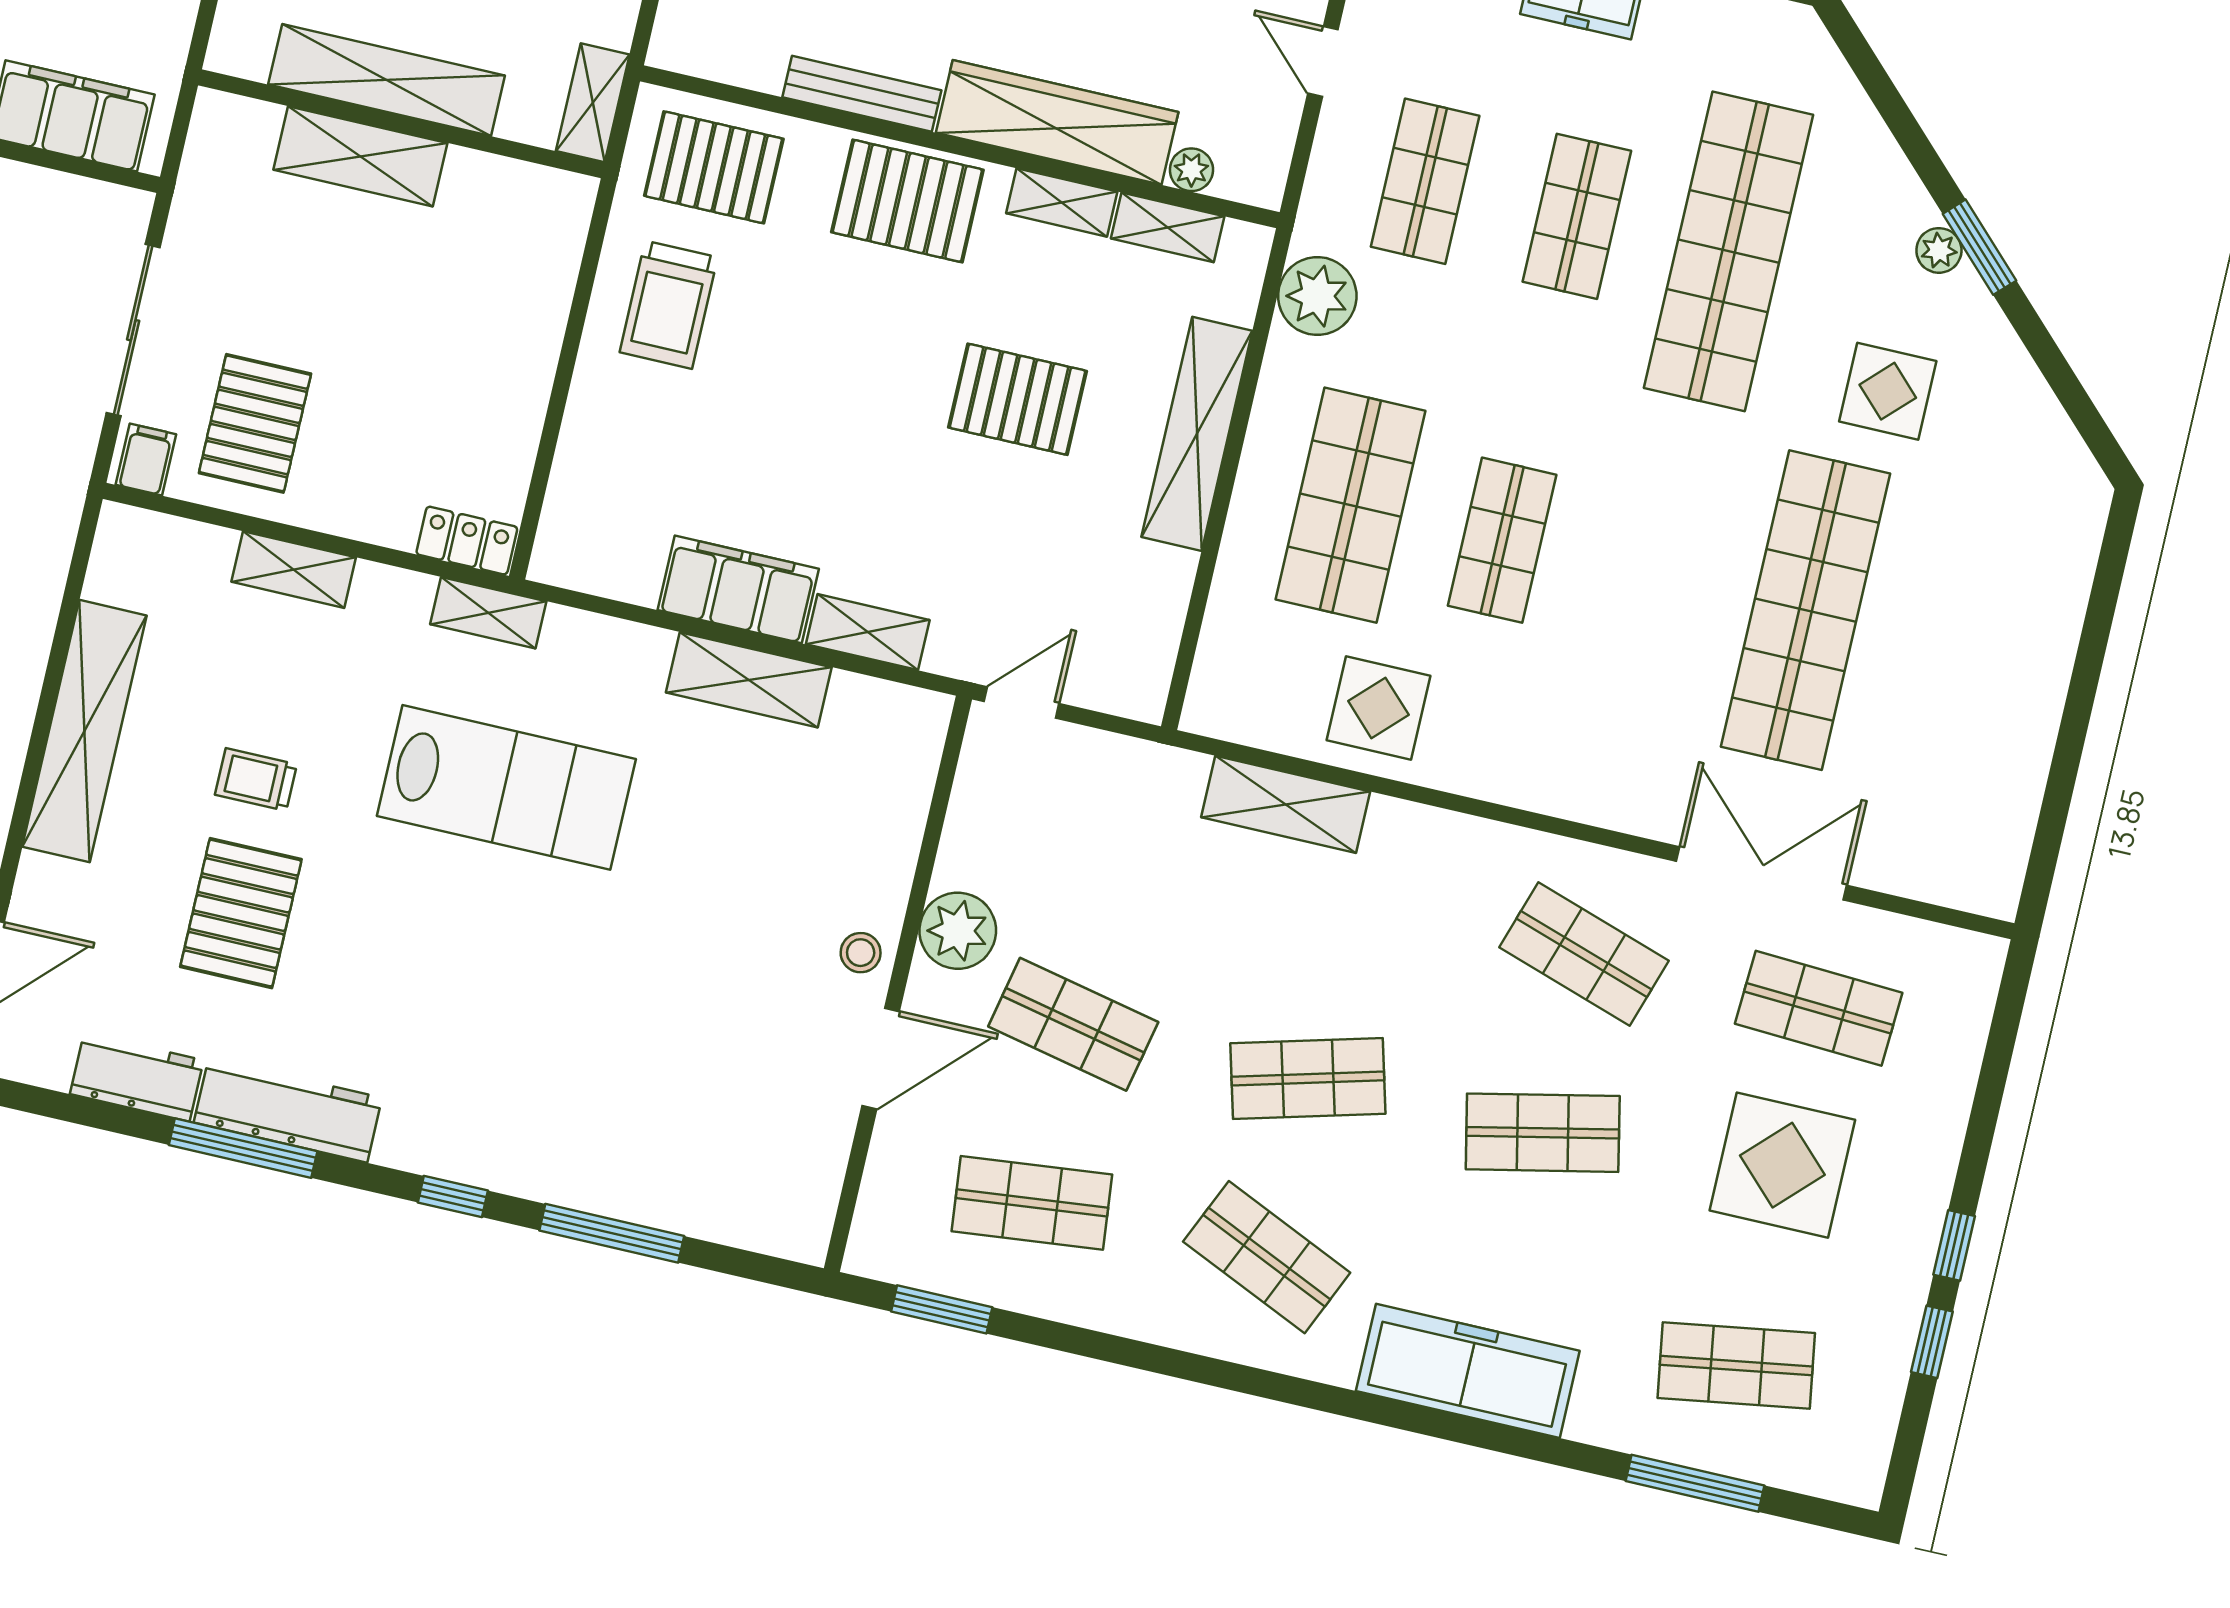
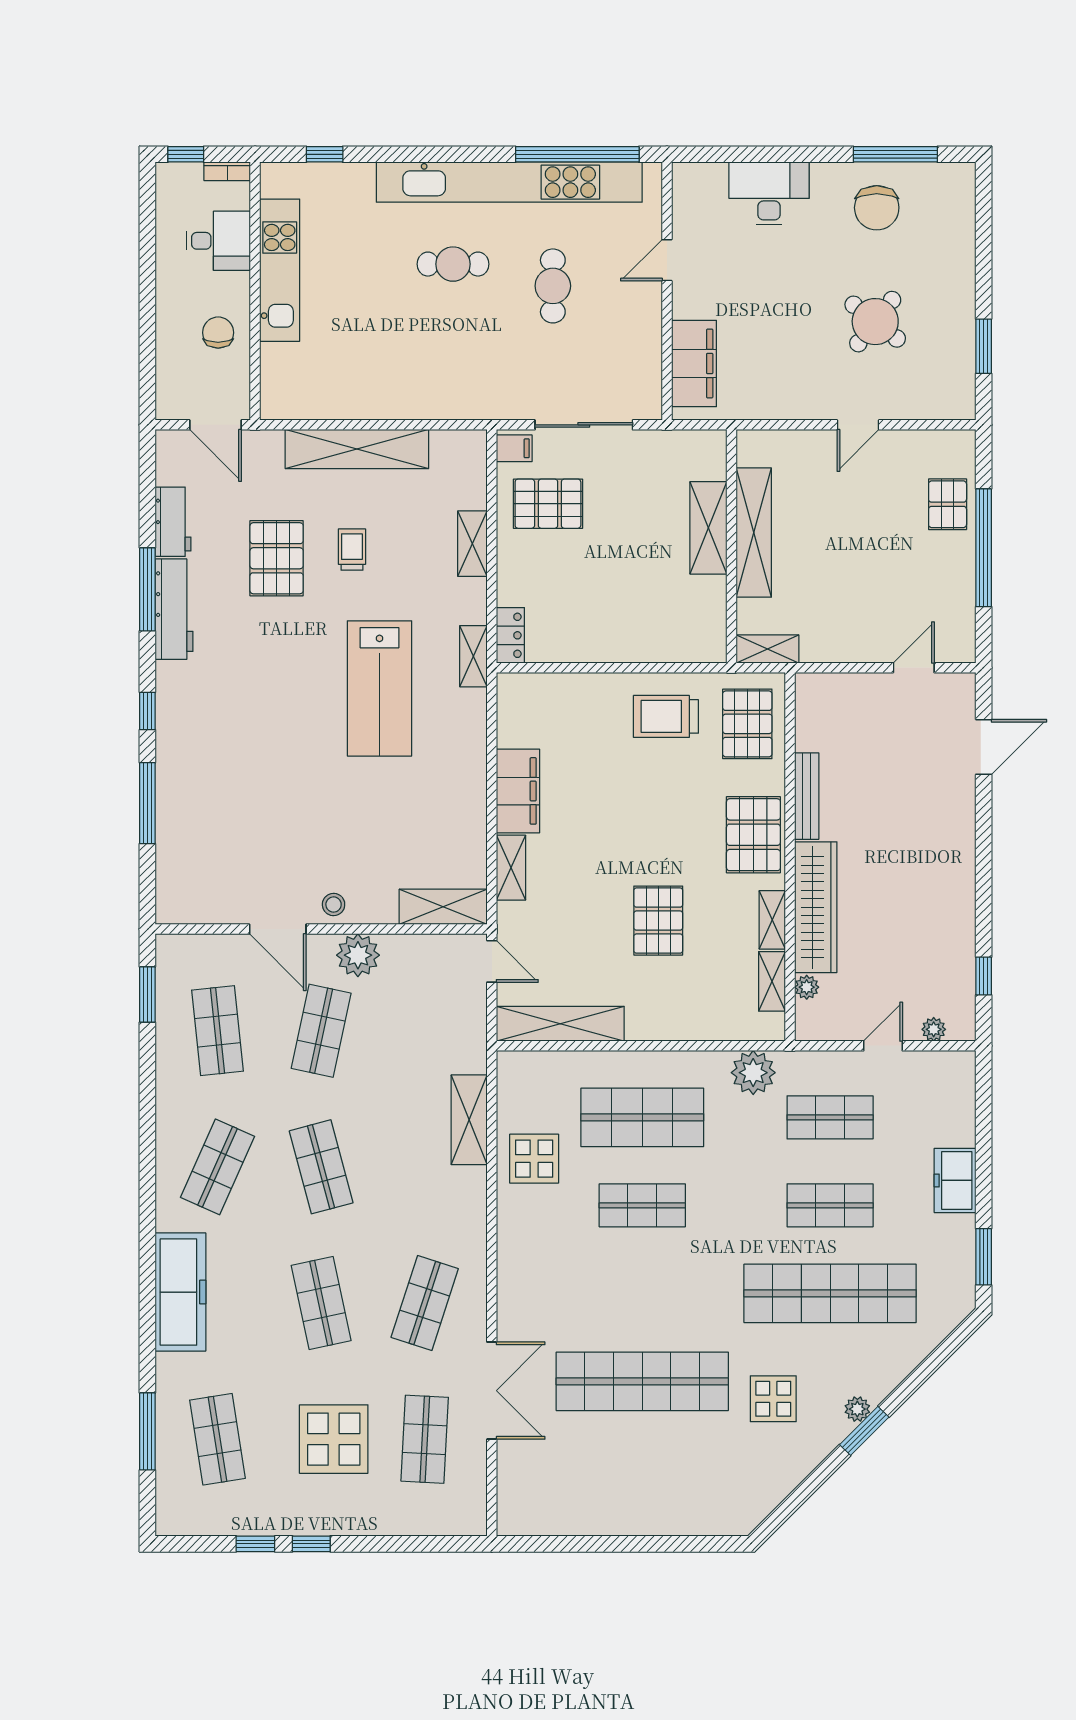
shelving: (1197, 434) -> (560, 1024), moved
shelving: (749, 680) -> (443, 907), moved, turned 90
pallet: (241, 913) -> (277, 558), turned 90

